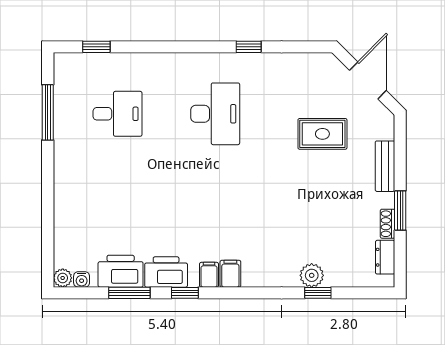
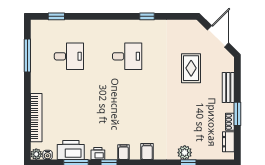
desk: (215, 114) -> (127, 56), width x0.73
rug: (322, 134) -> (191, 68), turned 90
bookcase: (63, 217) -> (36, 118), added
printer: (166, 272) -> (98, 153), width x0.53, depth x0.68
filing cabinet: (230, 274) -> (147, 152), moved

